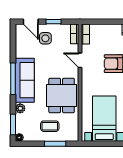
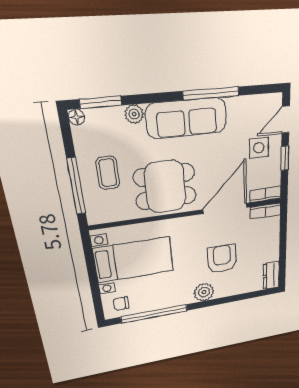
door: (80, 60) -> (225, 208), width x1.87
window: (13, 79) -> (211, 93), moved
window: (55, 144) -> (76, 186), width x1.44

